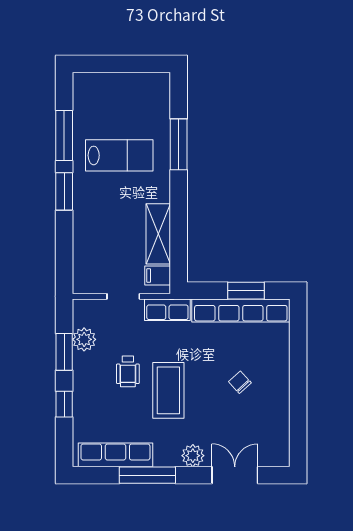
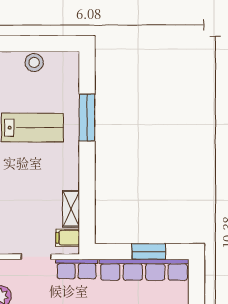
stool: (121, 84) -> (34, 62), added
shelving: (158, 234) -> (71, 209), width x0.67, depth x0.75

